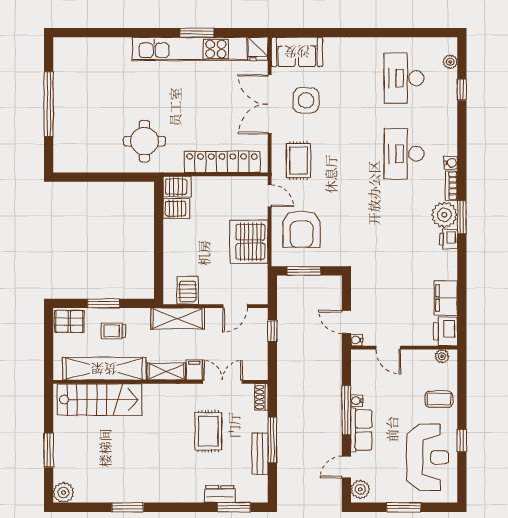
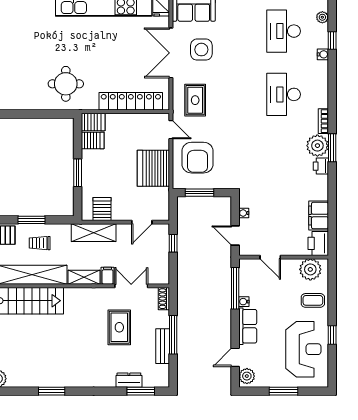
water cooler: (451, 163) -> (323, 54), moved
window: (159, 247) -> (78, 173), added
water cooler: (357, 340) -> (244, 213), moved
plant: (442, 356) -> (310, 269), width x1.88, depth x1.88
window: (346, 410) -> (235, 288), moved

